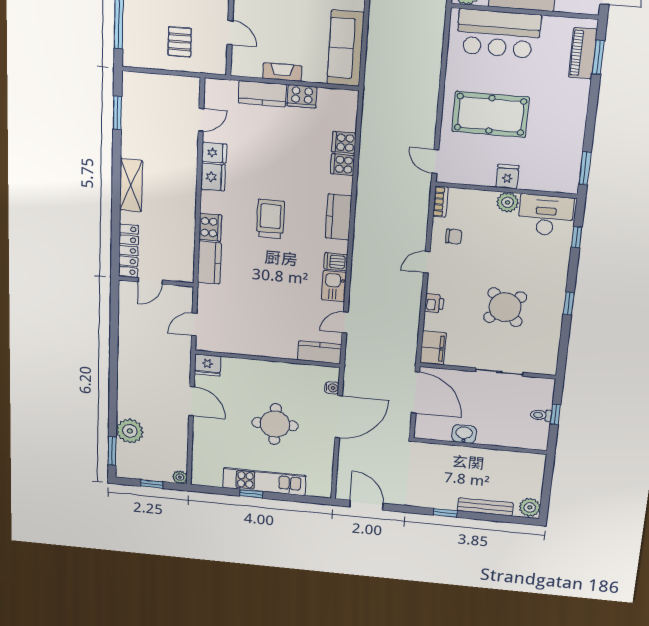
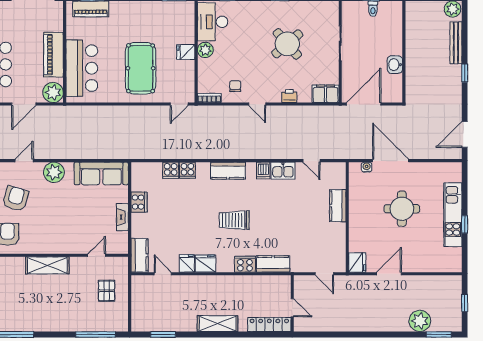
pallet: (180, 42) -> (107, 291), turned 90
kitchen counter: (262, 94) -> (140, 255), moved
kitchen counter: (320, 352) -> (338, 206), moved
plant: (180, 477) -> (456, 281), removed

